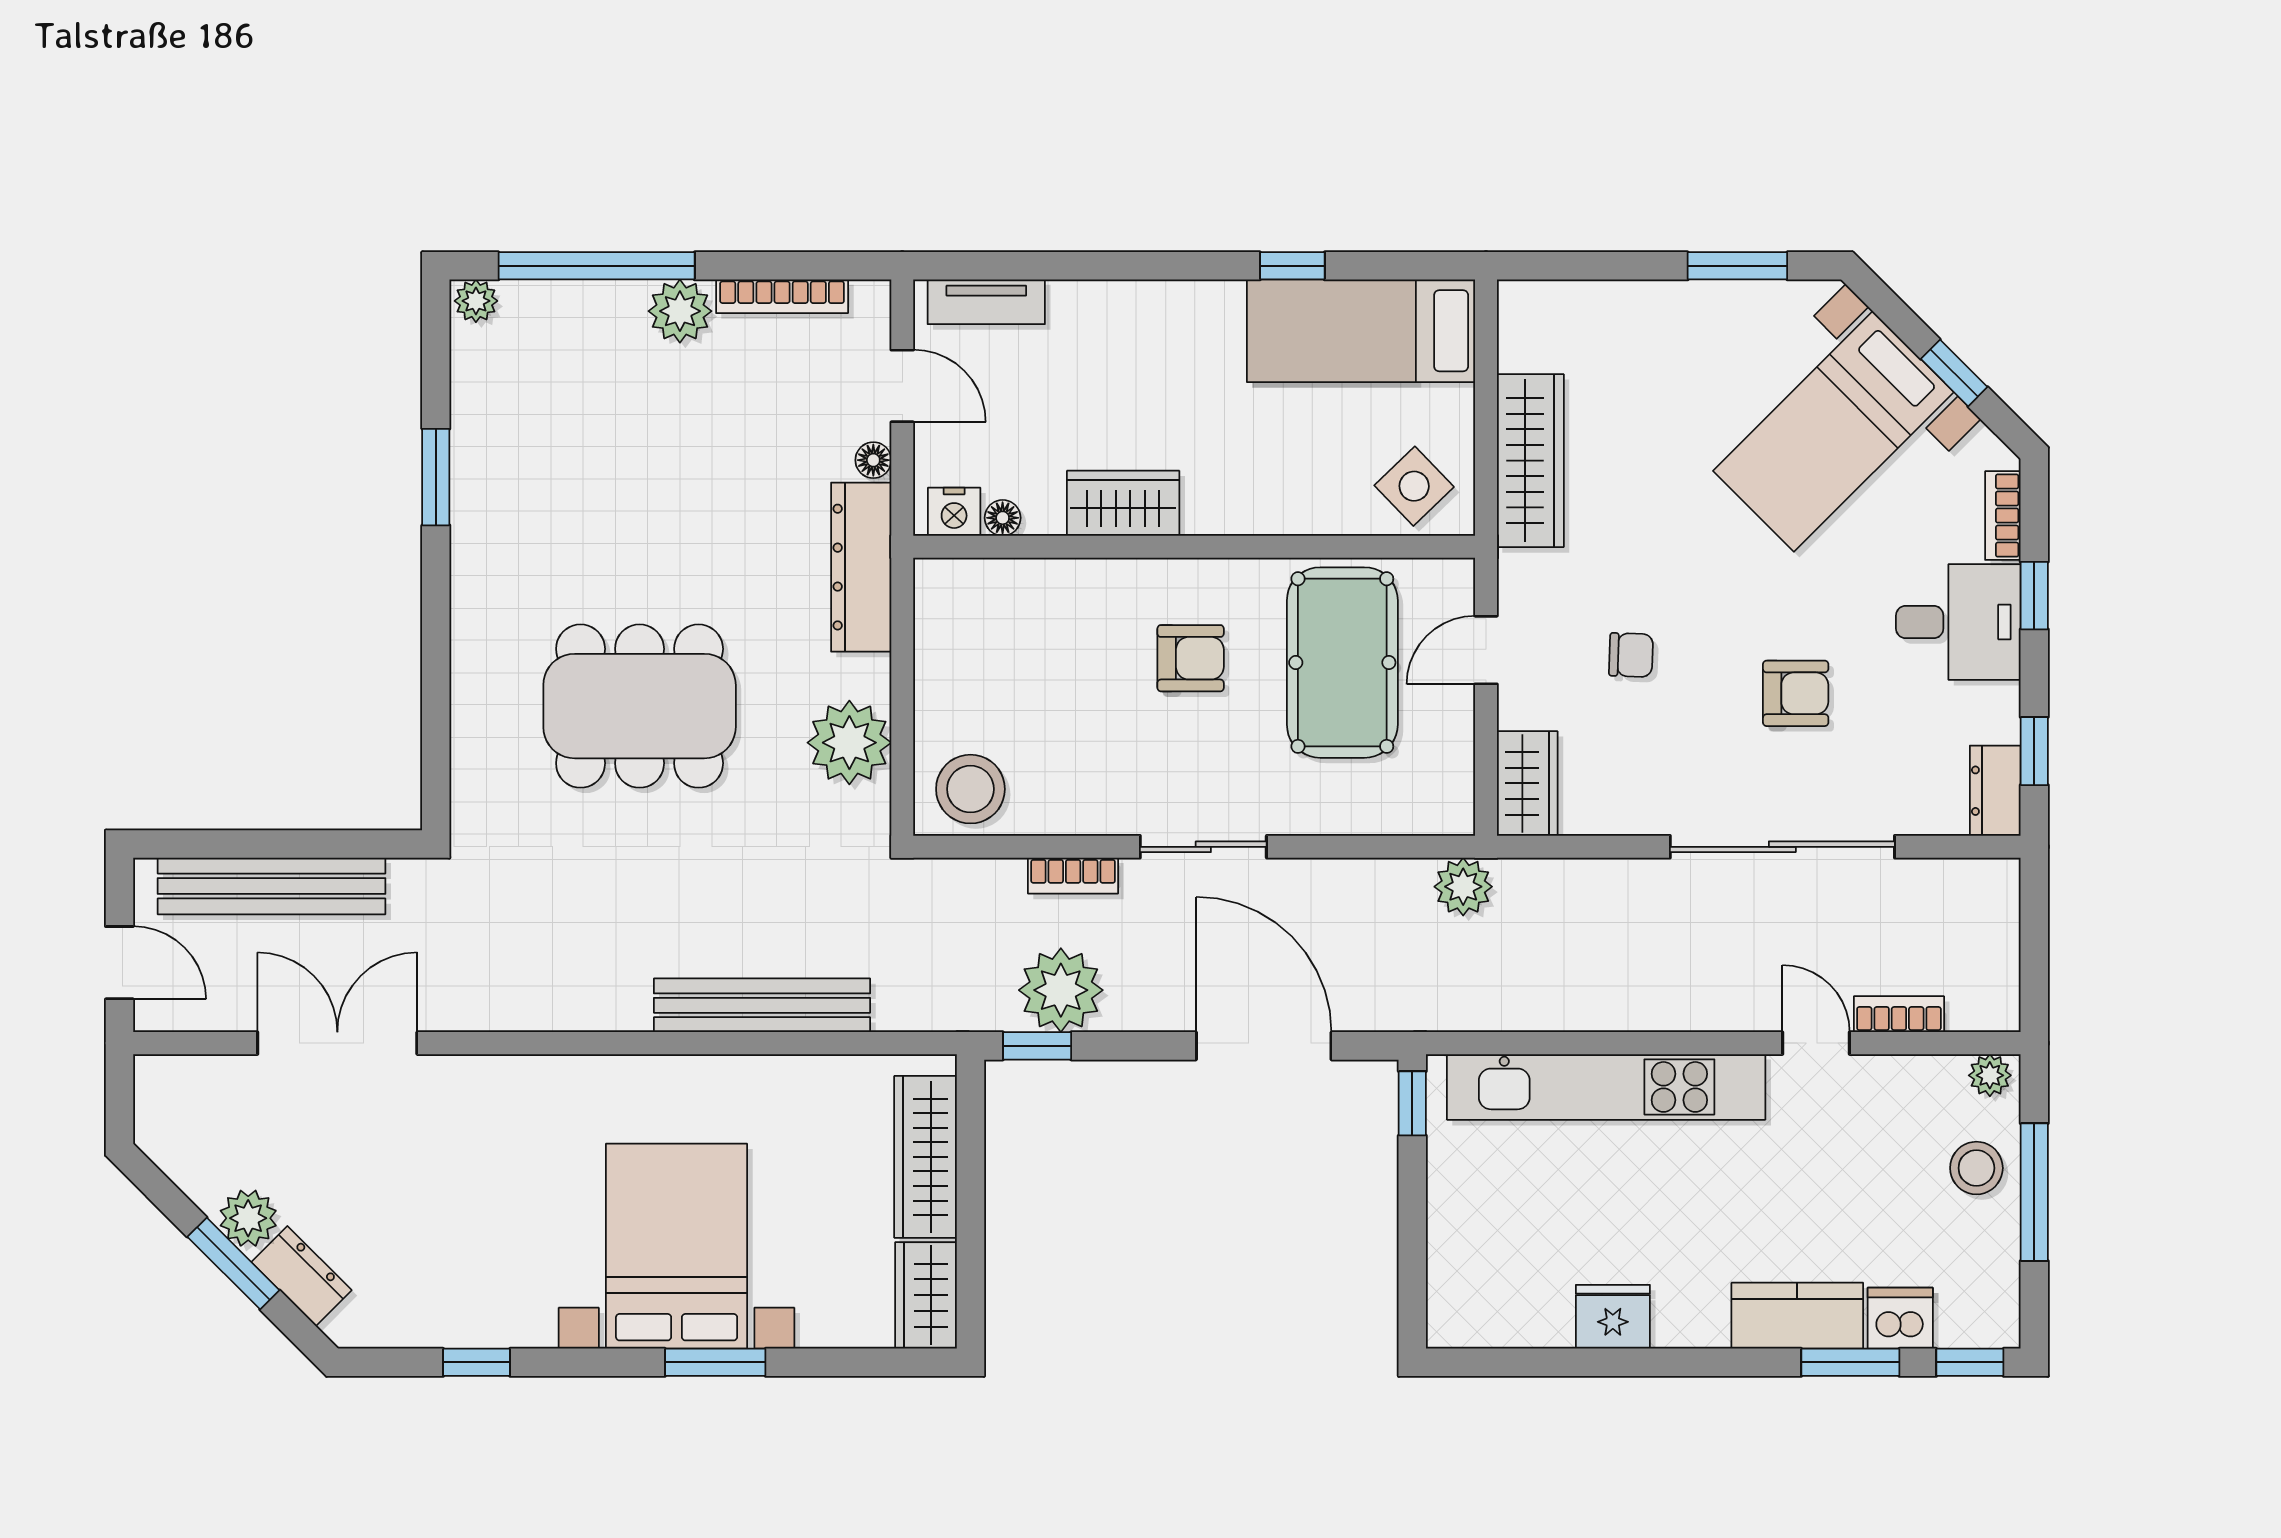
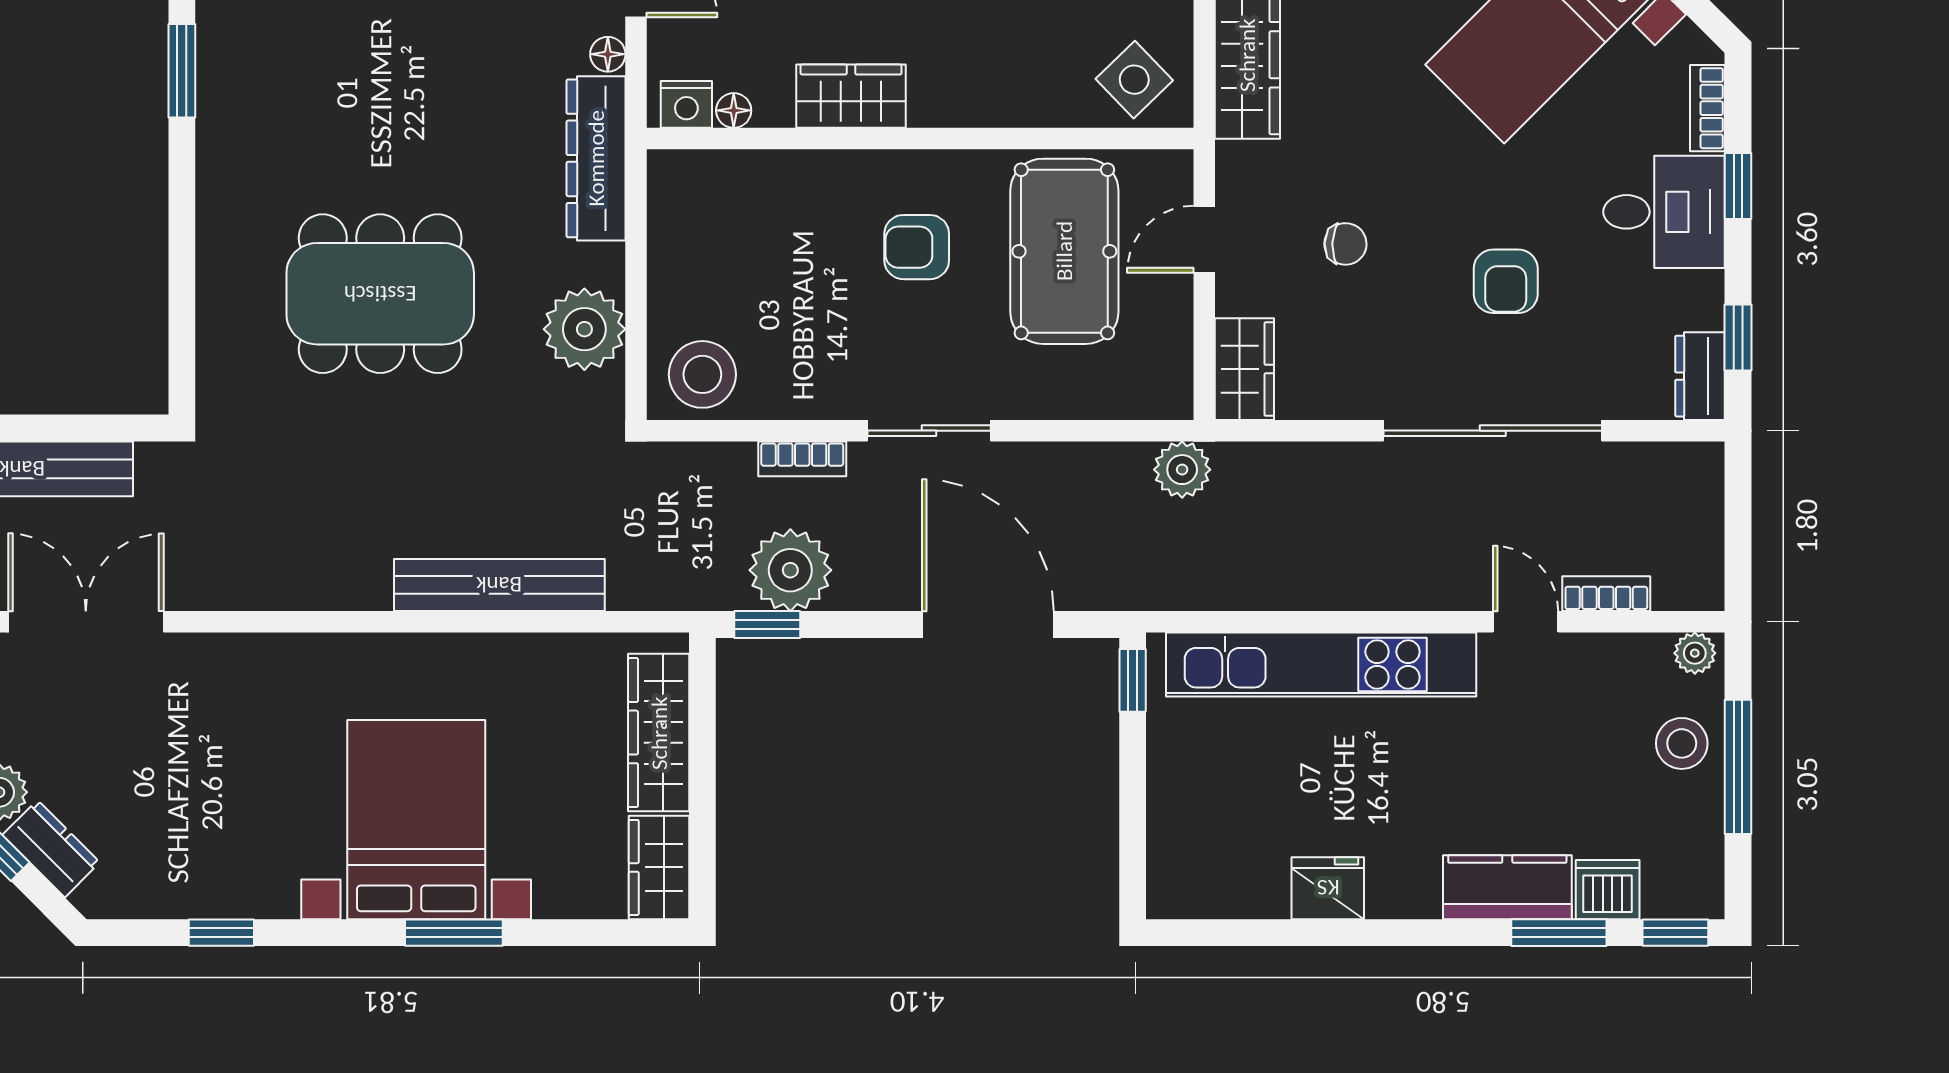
armchair: (1191, 658) -> (917, 247), turned 180
armchair: (1796, 693) -> (1506, 281), turned 90

